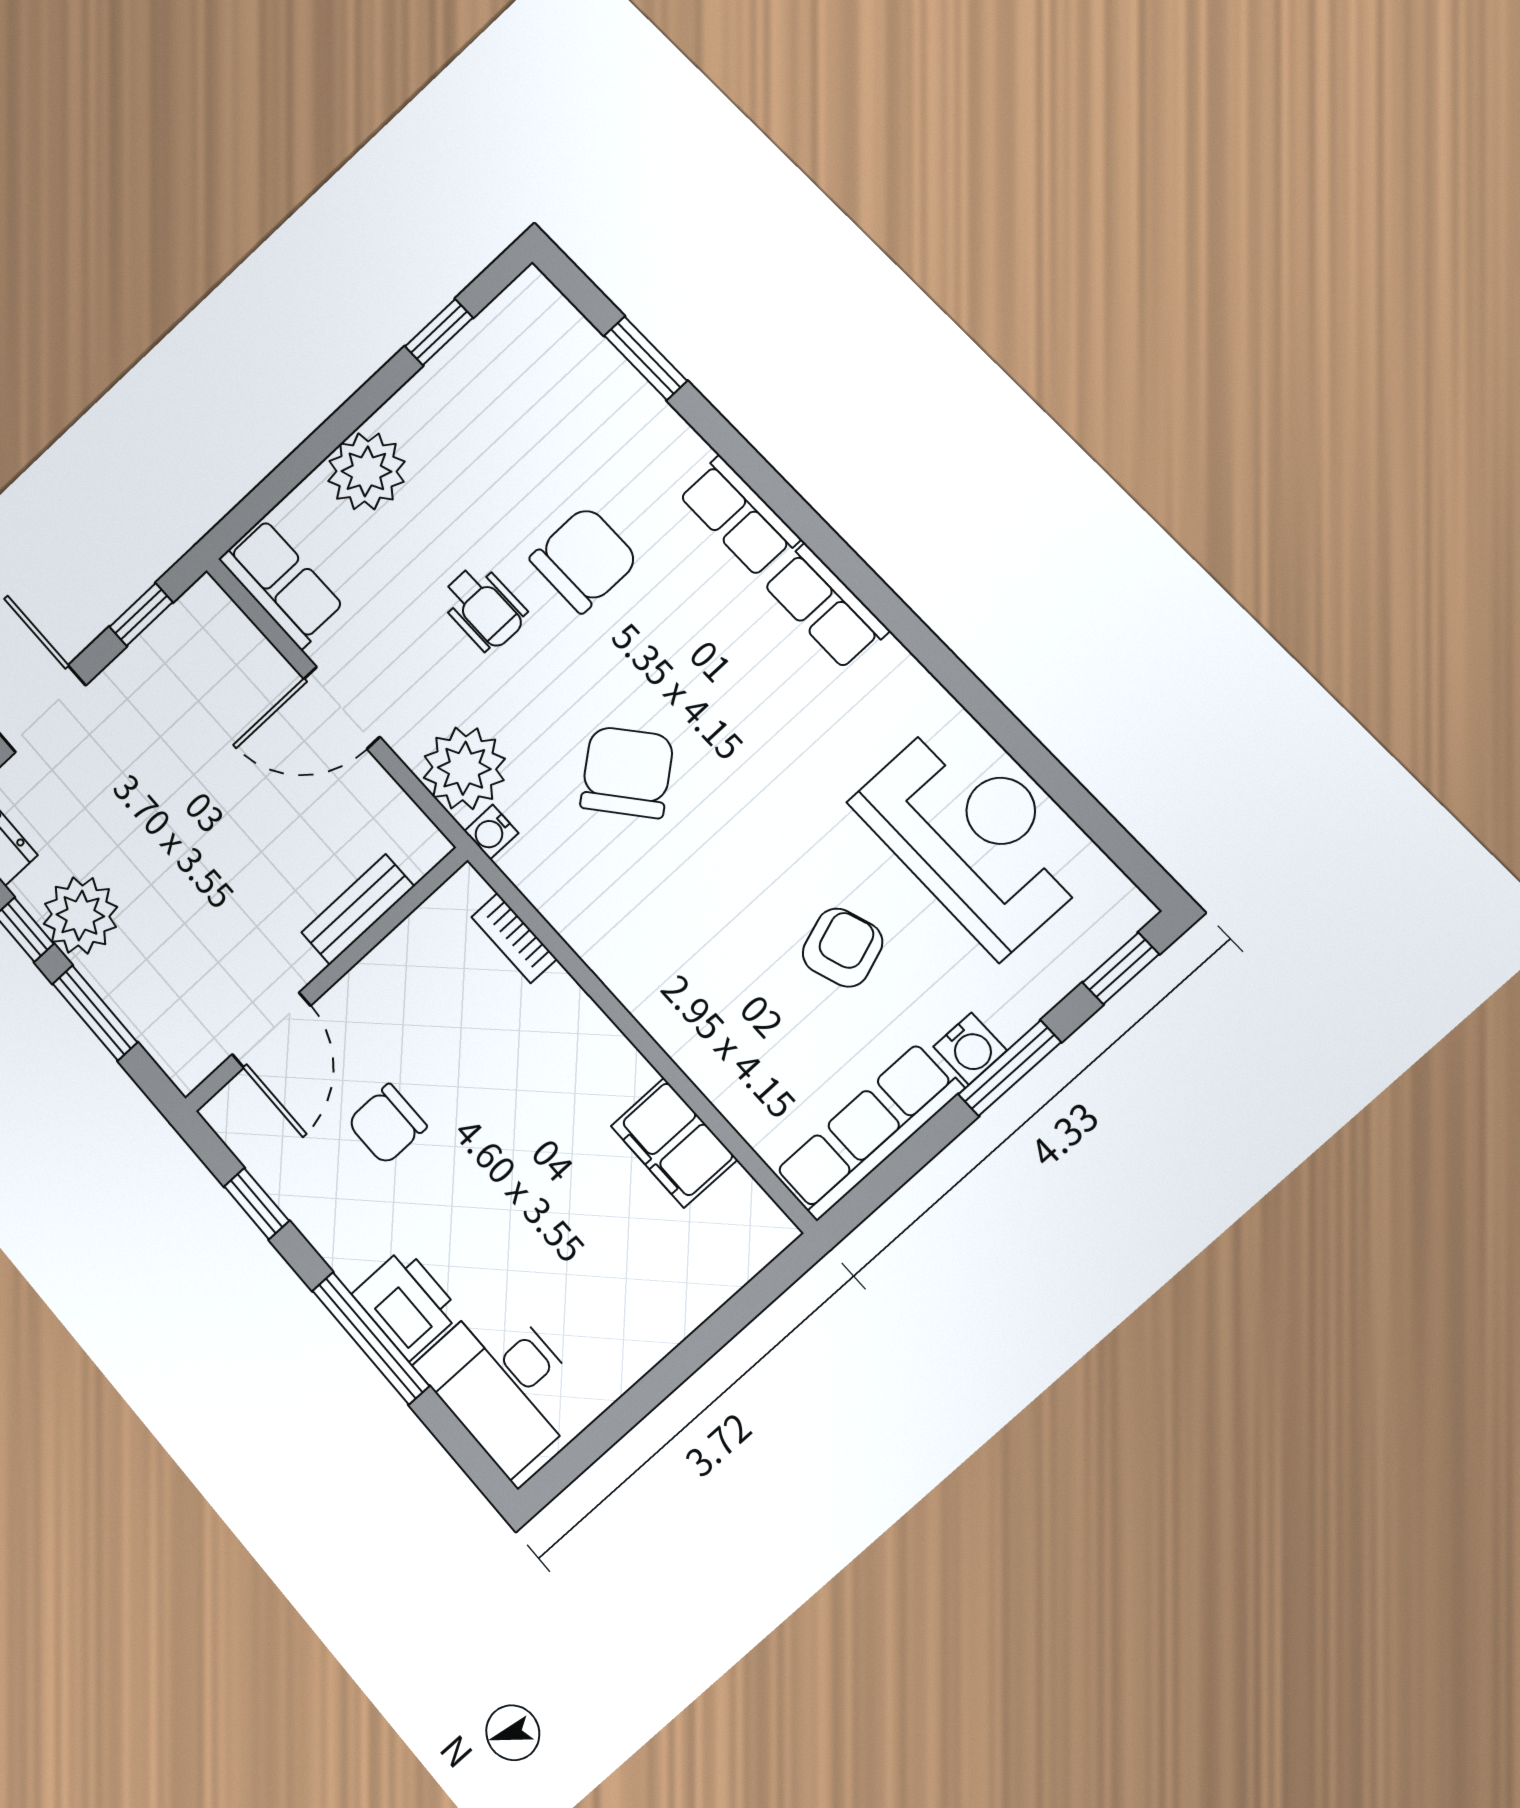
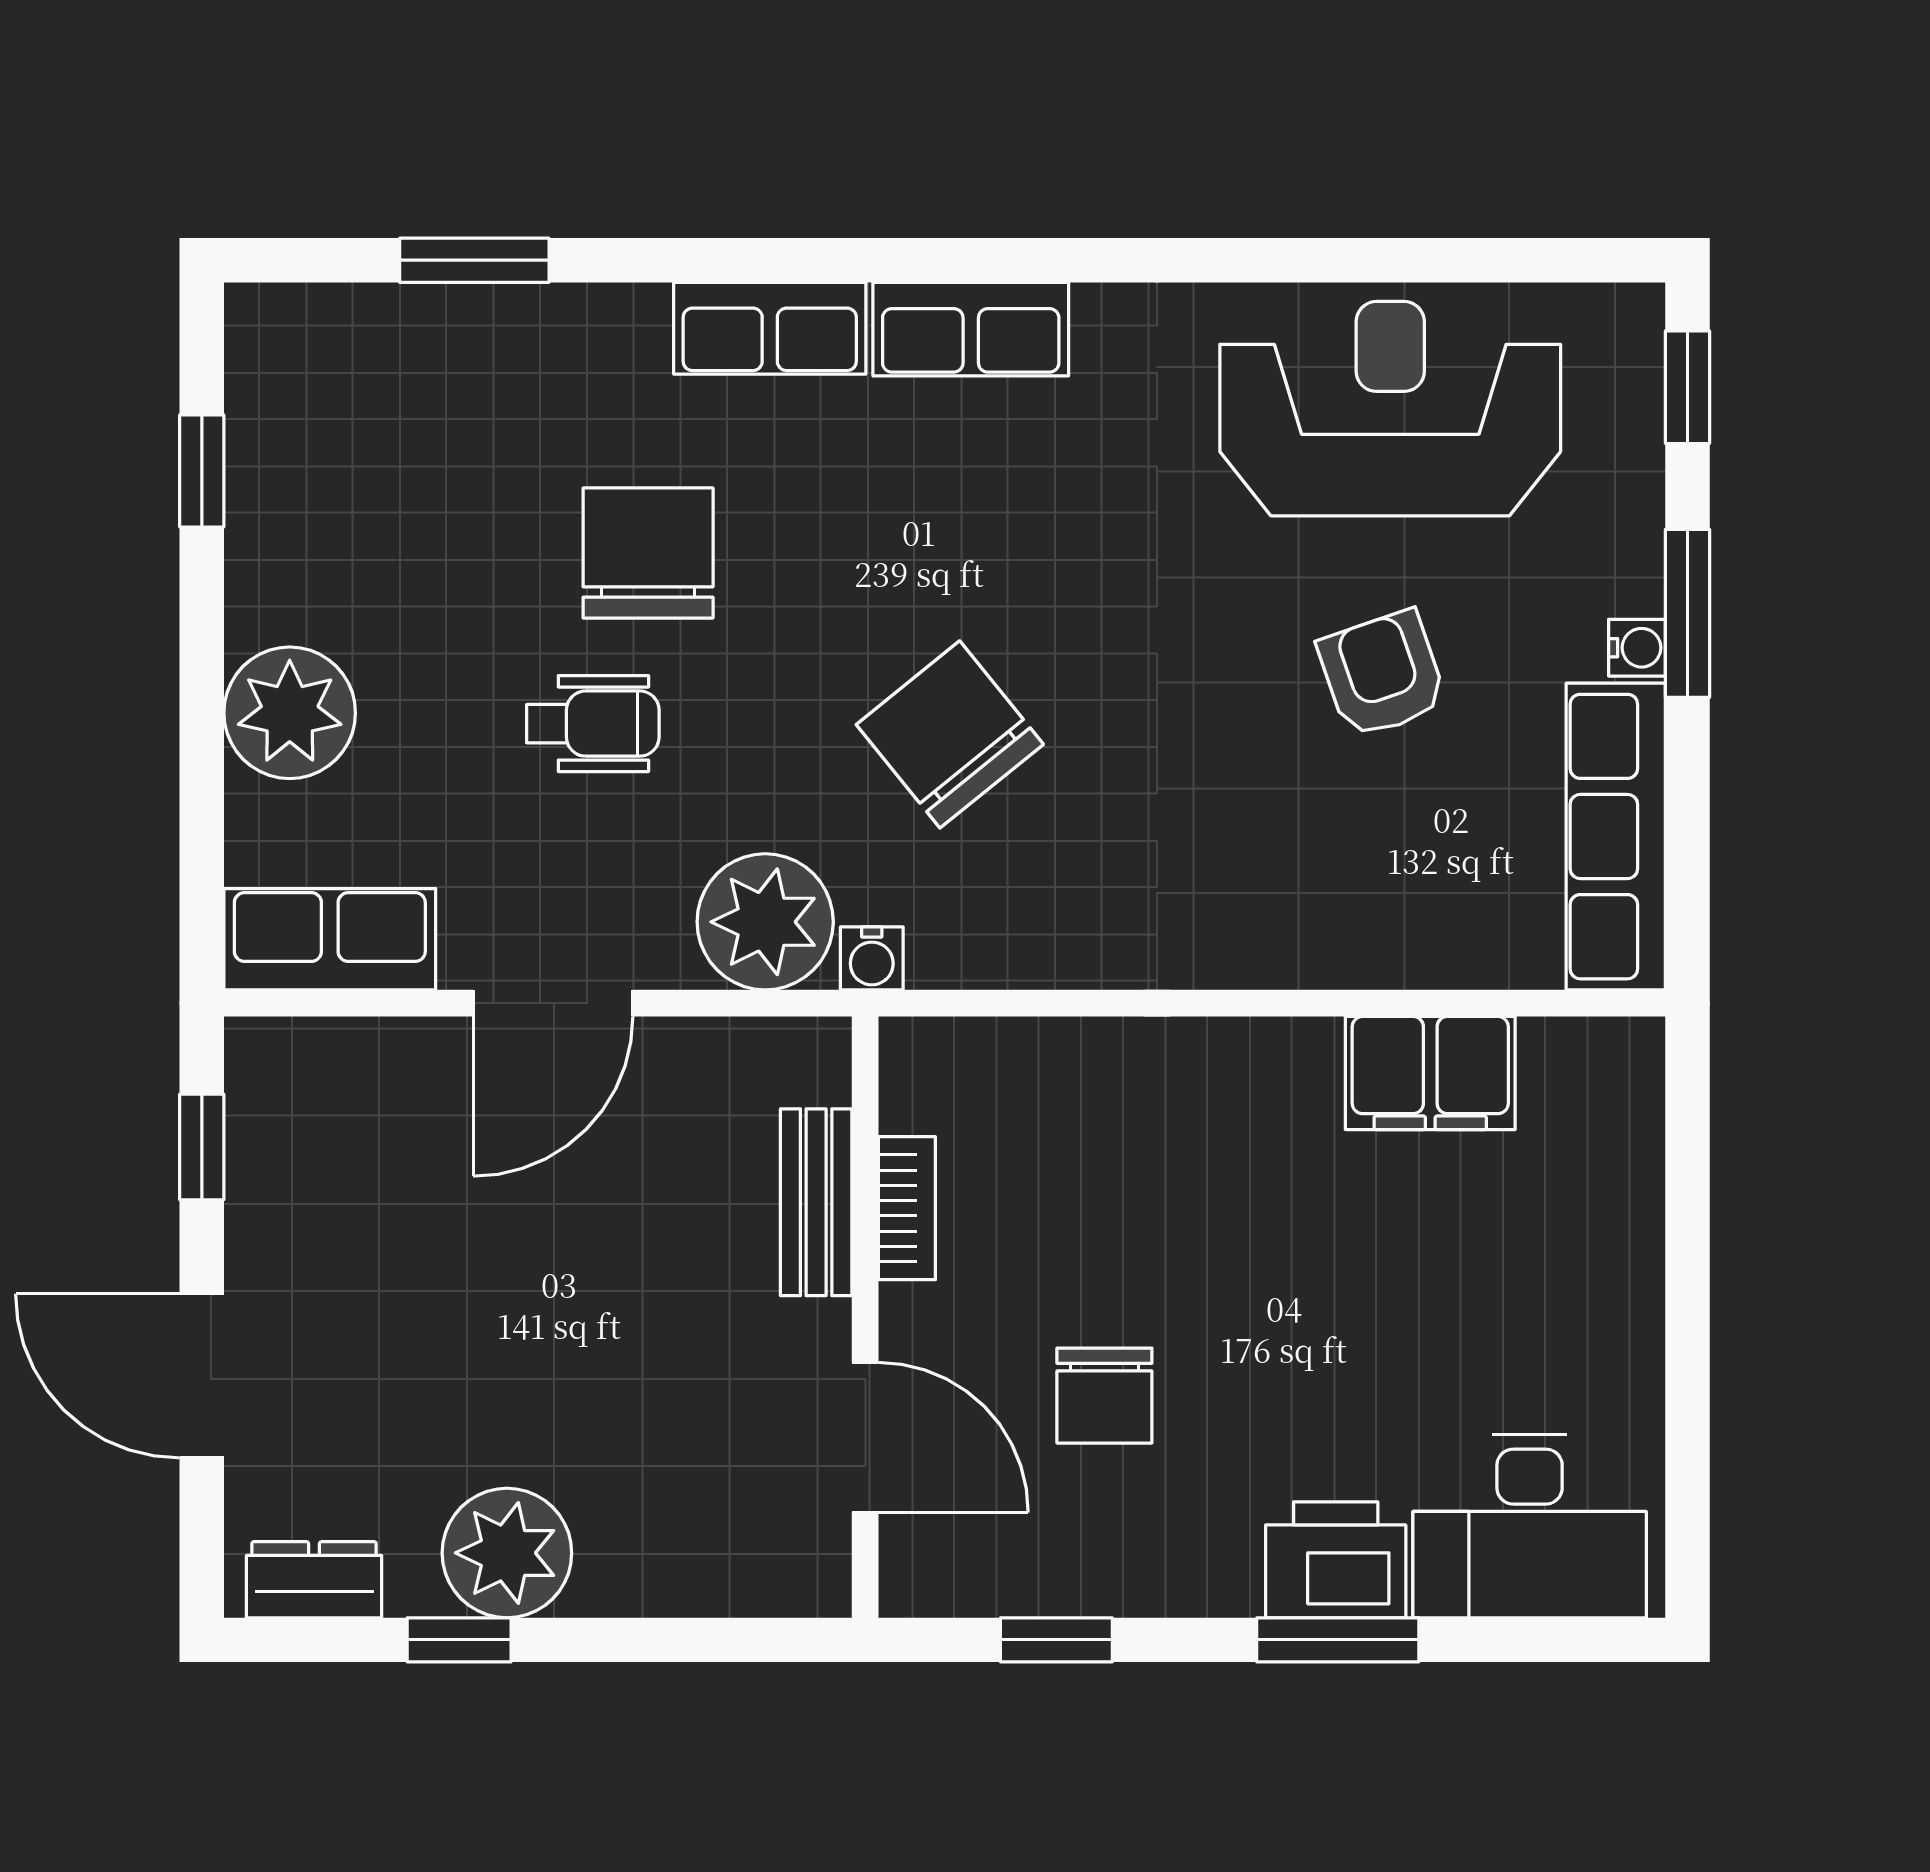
bookcase: (514, 938) -> (907, 1208), moved, turned -90
window: (95, 1013) -> (644, 1640), removed
water cooler: (970, 1049) -> (1637, 648), width x0.72, depth x0.72
window: (371, 1338) -> (1338, 1640), width x0.69

